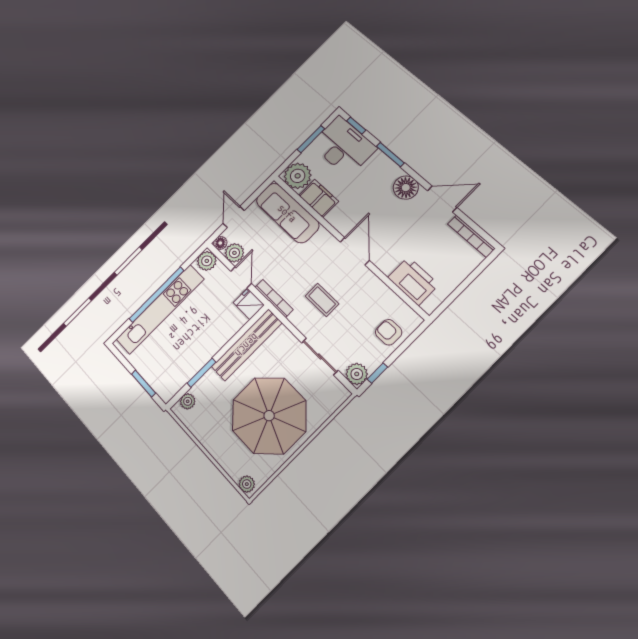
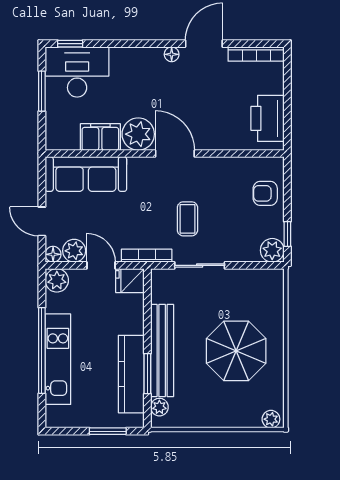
window: (390, 155) -> (125, 44), removed
plant: (298, 176) -> (138, 134), moved
floor lamp: (406, 188) -> (172, 54), width x0.53, depth x0.53
printer: (413, 281) -> (268, 118), moved, turned -90
coffee table: (322, 300) -> (187, 219), turned 90
kitchen unit: (160, 309) -> (58, 359), width x0.73
bench: (247, 345) -> (162, 350), moved
sliding door: (320, 357) -> (200, 265), moved
kitchen counter: (192, 363) -> (131, 374), added
parasol: (269, 416) -> (236, 351), width x0.73, depth x0.73

